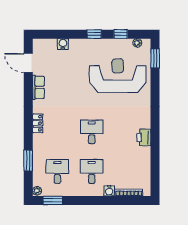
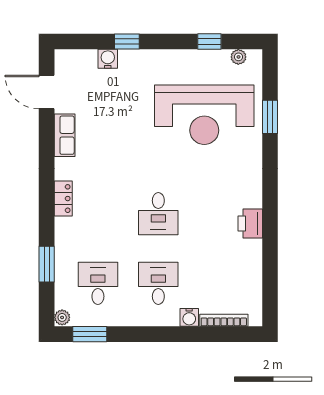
window: (94, 34) -> (127, 41), moved
window: (155, 58) -> (270, 117), moved
reception desk: (118, 76) -> (204, 115), turned 180
desk: (92, 132) -> (158, 214), turned 180

